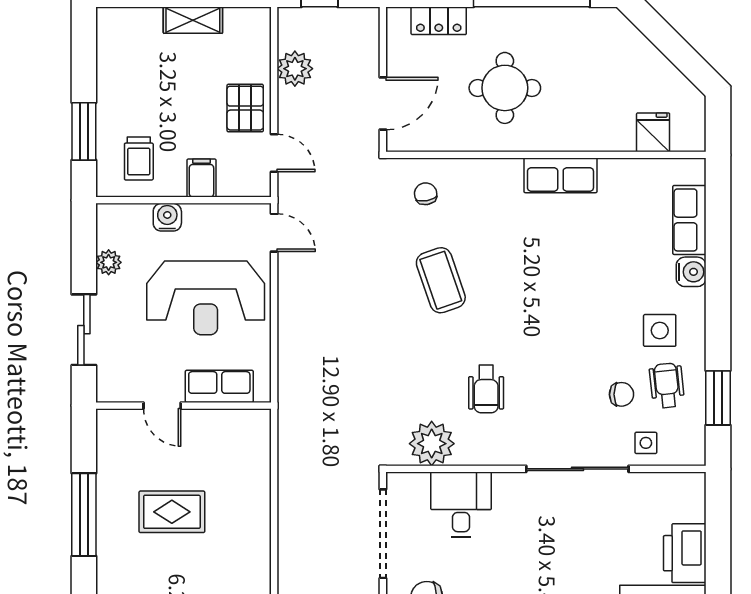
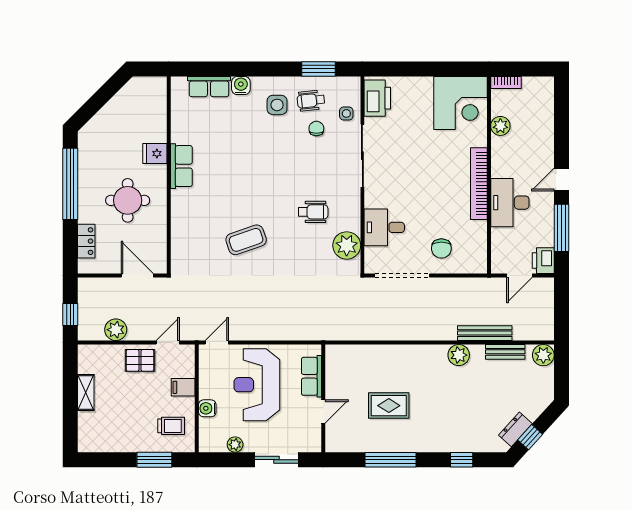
fridge: (653, 132) -> (155, 154), moved
chair: (426, 194) -> (193, 249), removed
reception desk: (206, 298) -> (257, 385), turned 180
rug: (172, 512) -> (389, 406), turned 90
printer: (685, 553) -> (377, 98), moved, turned -90

